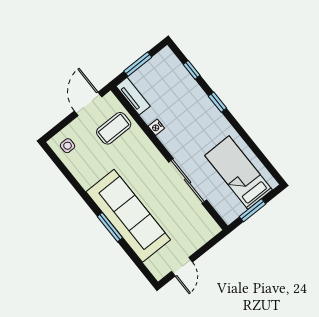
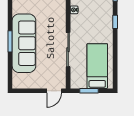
door: (182, 267) -> (54, 91), moved

